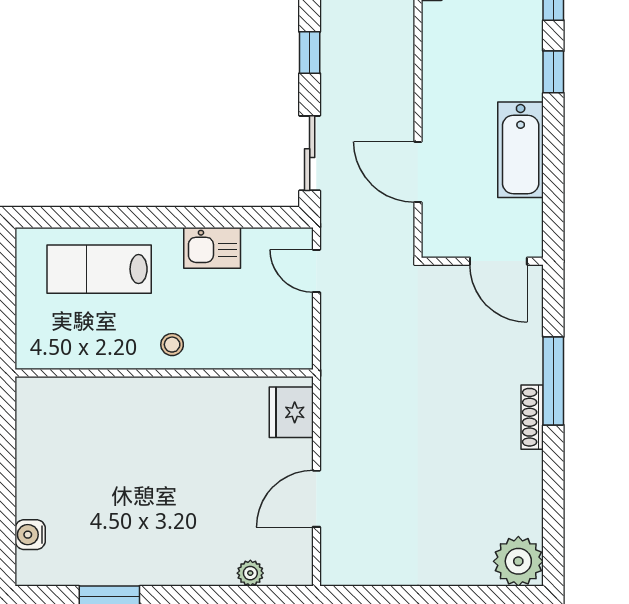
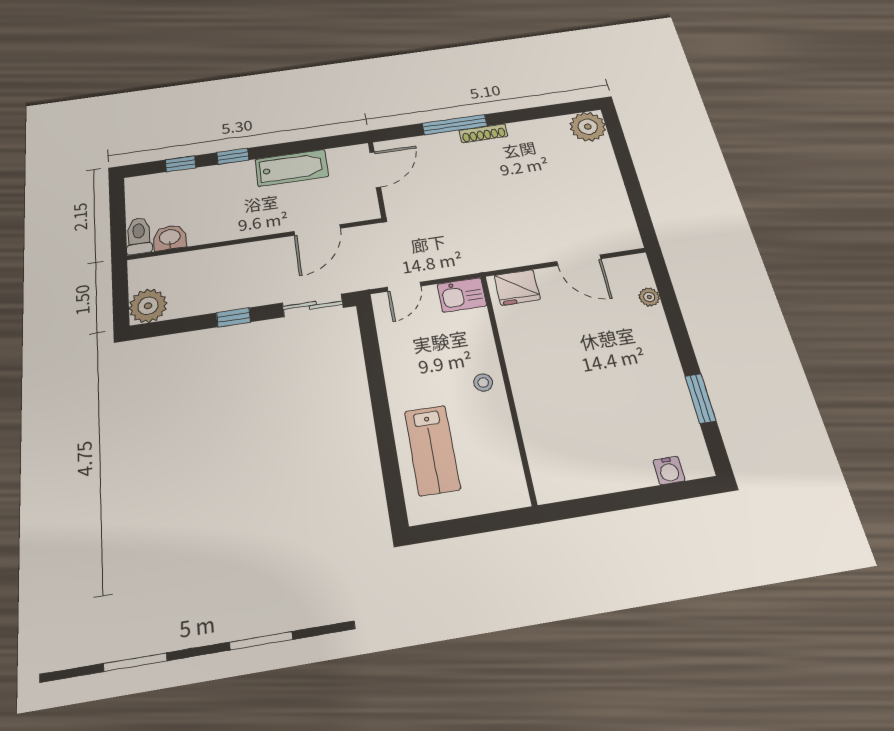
kitchen sink: (212, 248) -> (462, 295), moved, turned 90

